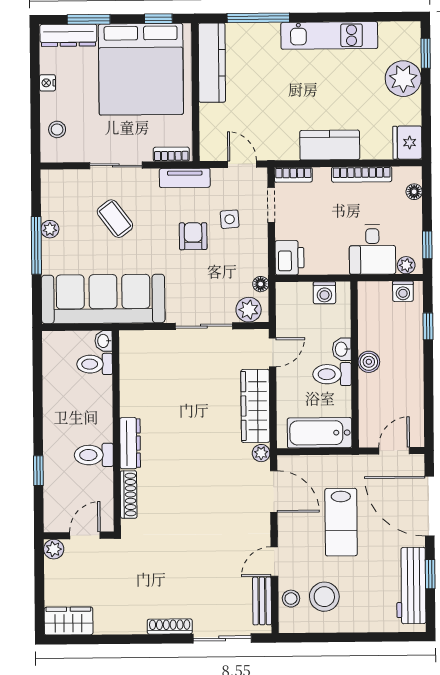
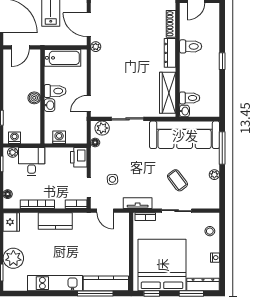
kitchen counter: (212, 63) -> (106, 283), moved, turned 90
armchair: (193, 236) -> (133, 170), removed
window: (36, 245) -> (222, 148), moved
wardrobe: (255, 406) -> (168, 93), moved, turned 180
window: (38, 471) -> (222, 61), moved

